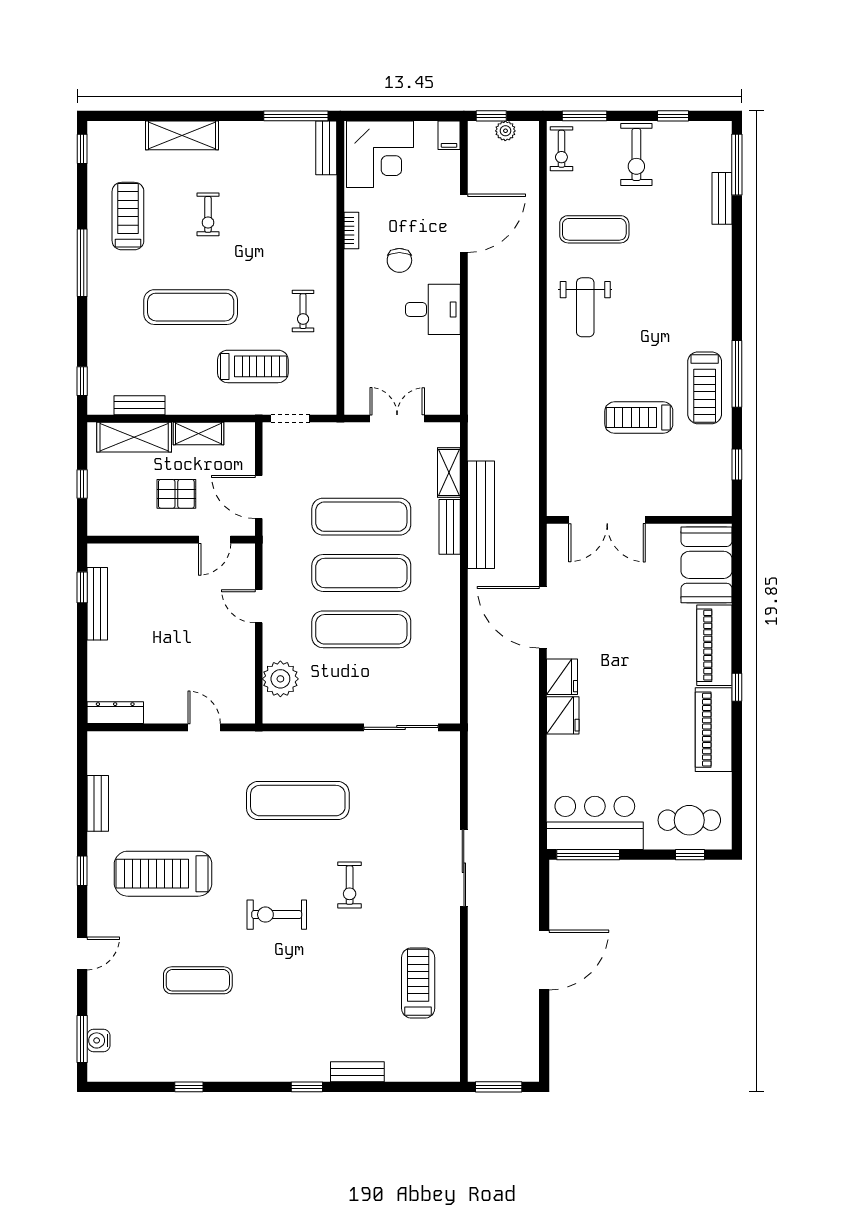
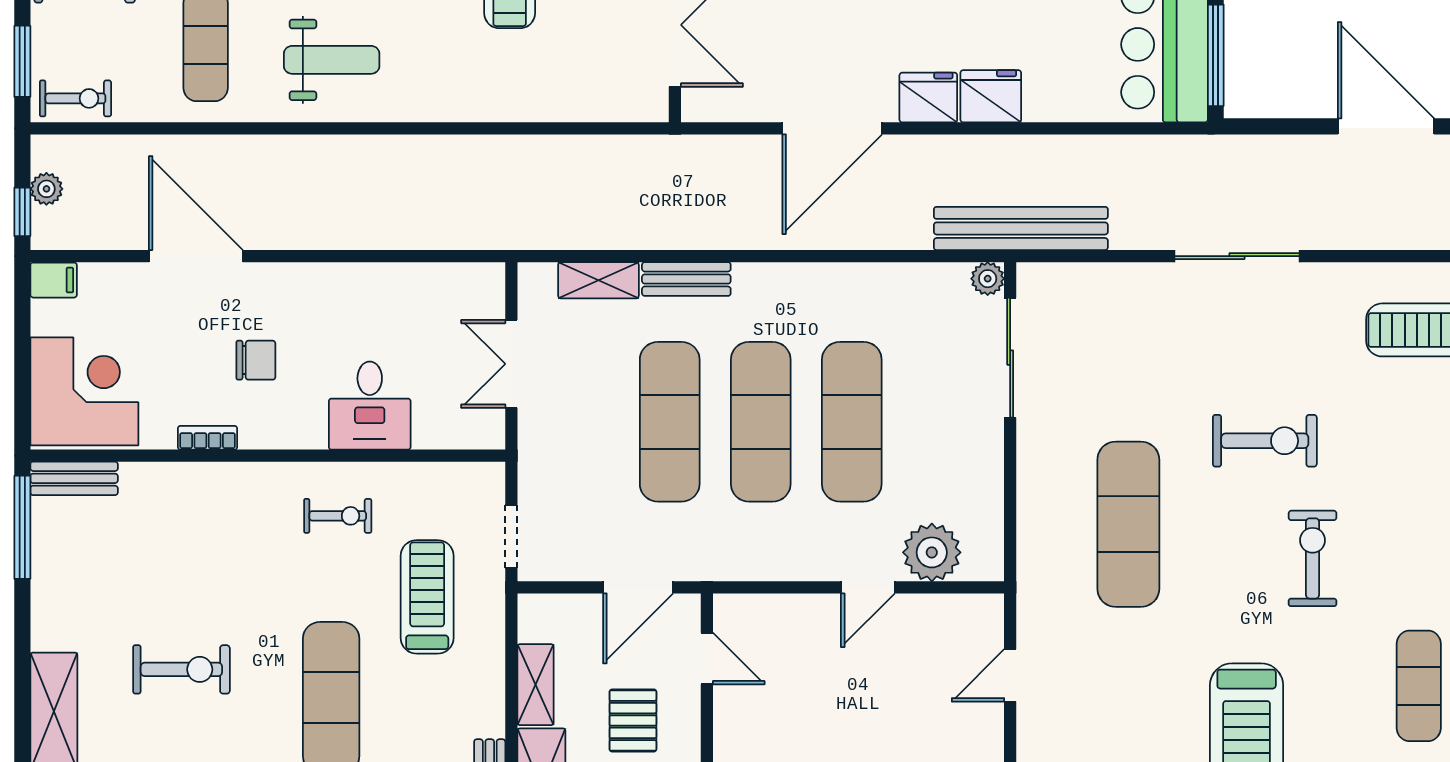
exercise bike: (208, 214) -> (181, 669), width x1.38, depth x1.39
desk: (433, 309) -> (370, 406), moved, turned 180
bench: (481, 515) -> (1021, 228), moved
door: (259, 606) -> (868, 587), moved
plant: (450, 713) -> (988, 279), added
exercise bike: (350, 885) -> (1265, 441), width x1.38, depth x1.39
exercise bike: (277, 915) -> (1313, 558), turned 180

